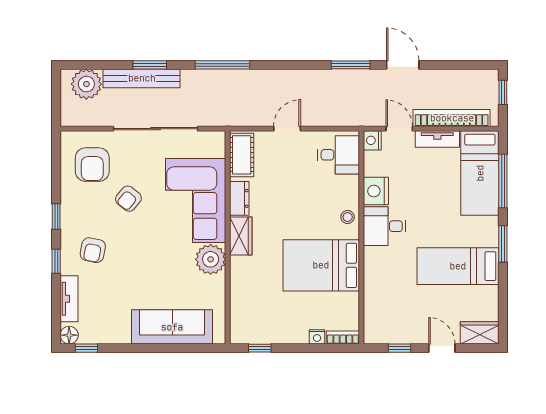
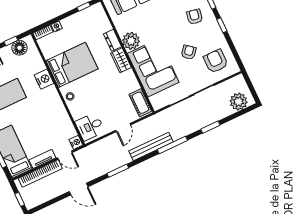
window: (351, 65) -> (118, 171), moved
bench: (142, 78) -> (151, 146), moved
nightstand: (376, 191) -> (44, 79), moved
dresser: (239, 198) -> (113, 40), moved
desk: (384, 226) -> (49, 101), removed
floor lamp: (391, 331) -> (19, 48), added

